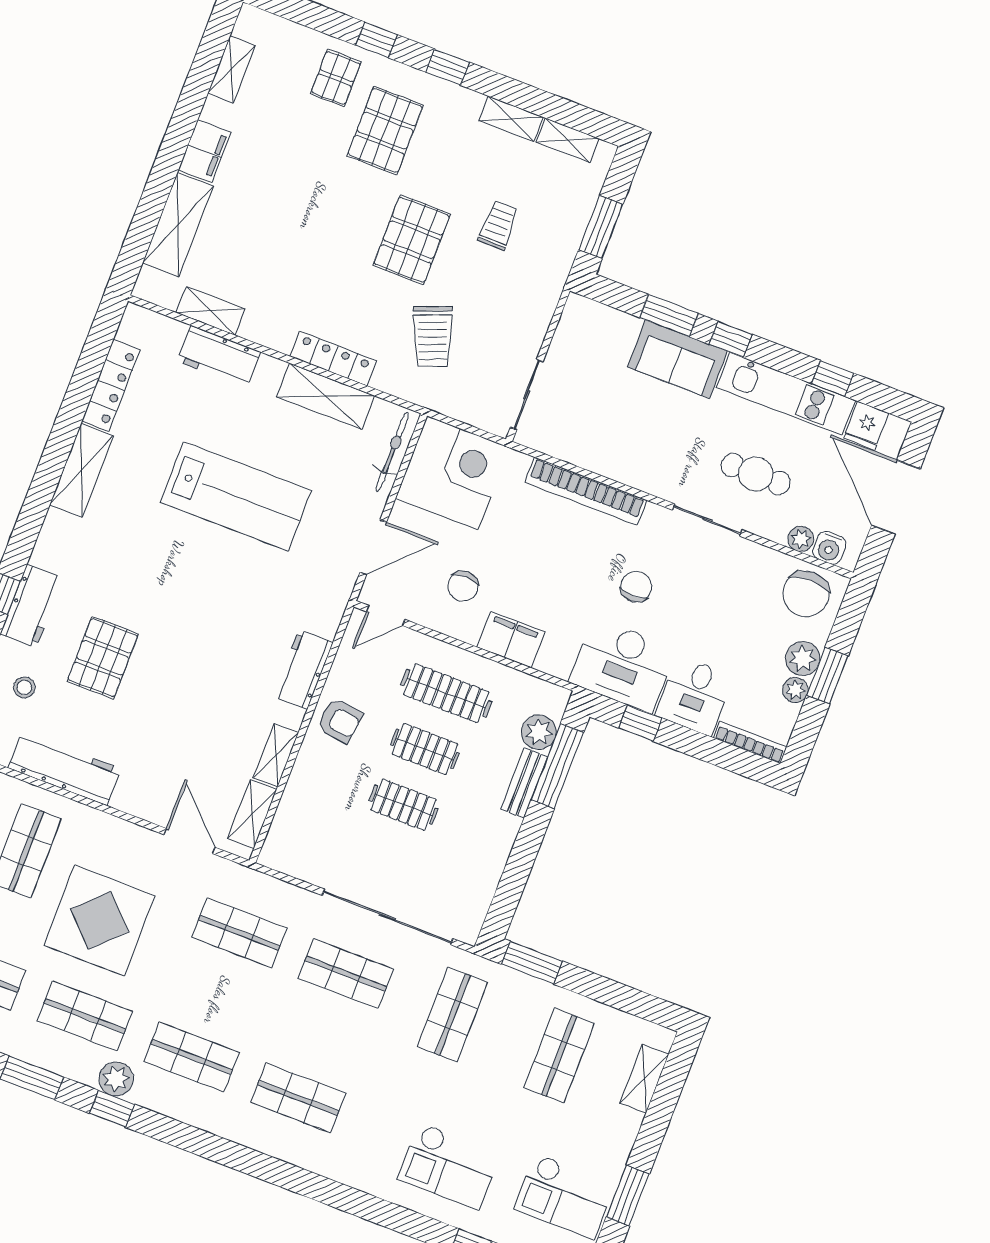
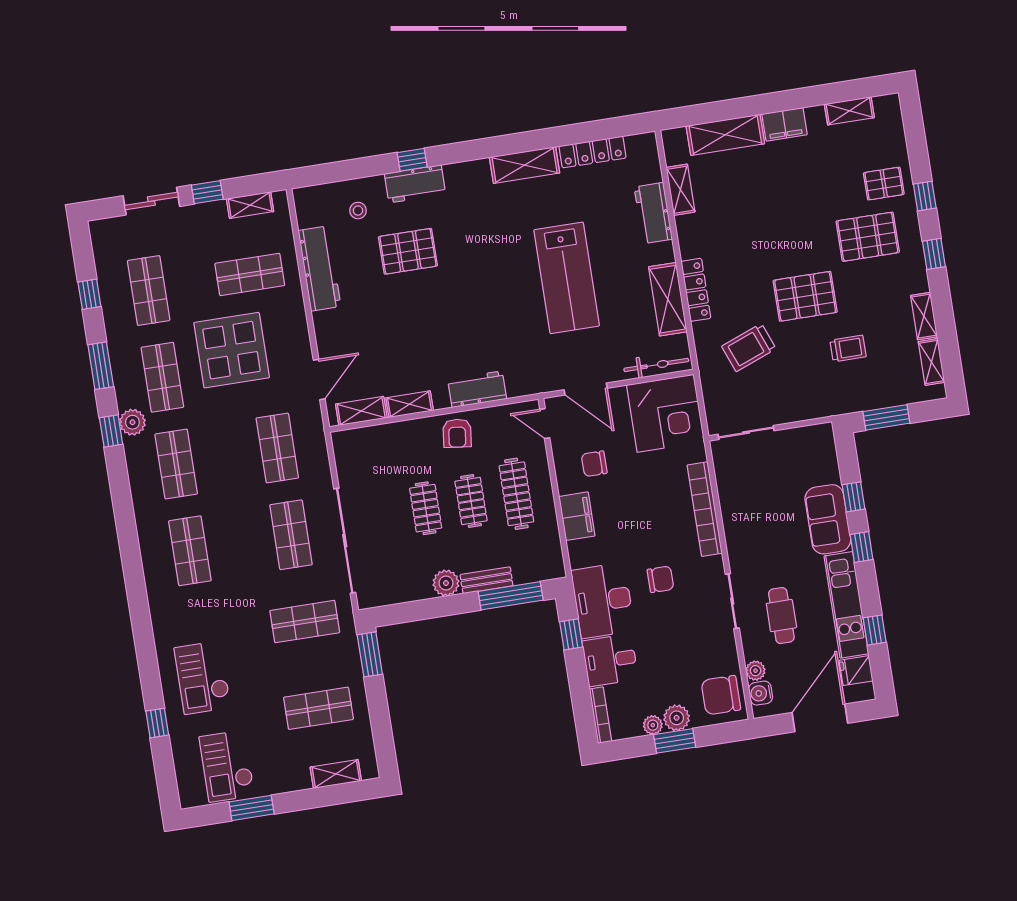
window: (669, 316) -> (854, 497), width x0.67
plant: (539, 732) -> (446, 583), moved

